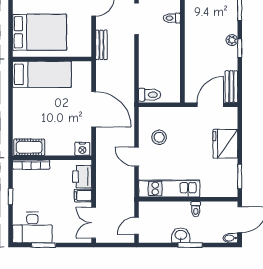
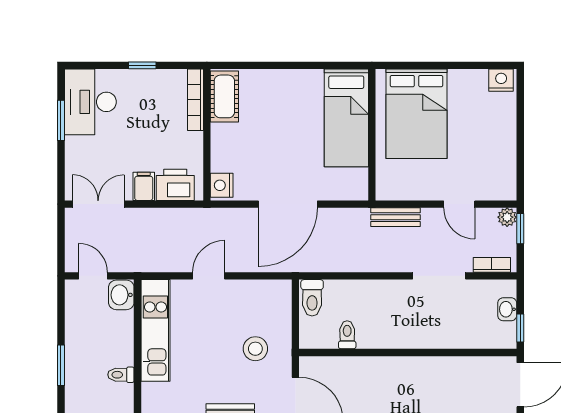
toilet: (172, 18) -> (347, 335), moved
stool: (159, 137) -> (255, 349), moved
washbasin: (181, 235) -> (121, 295), moved, turned 180

